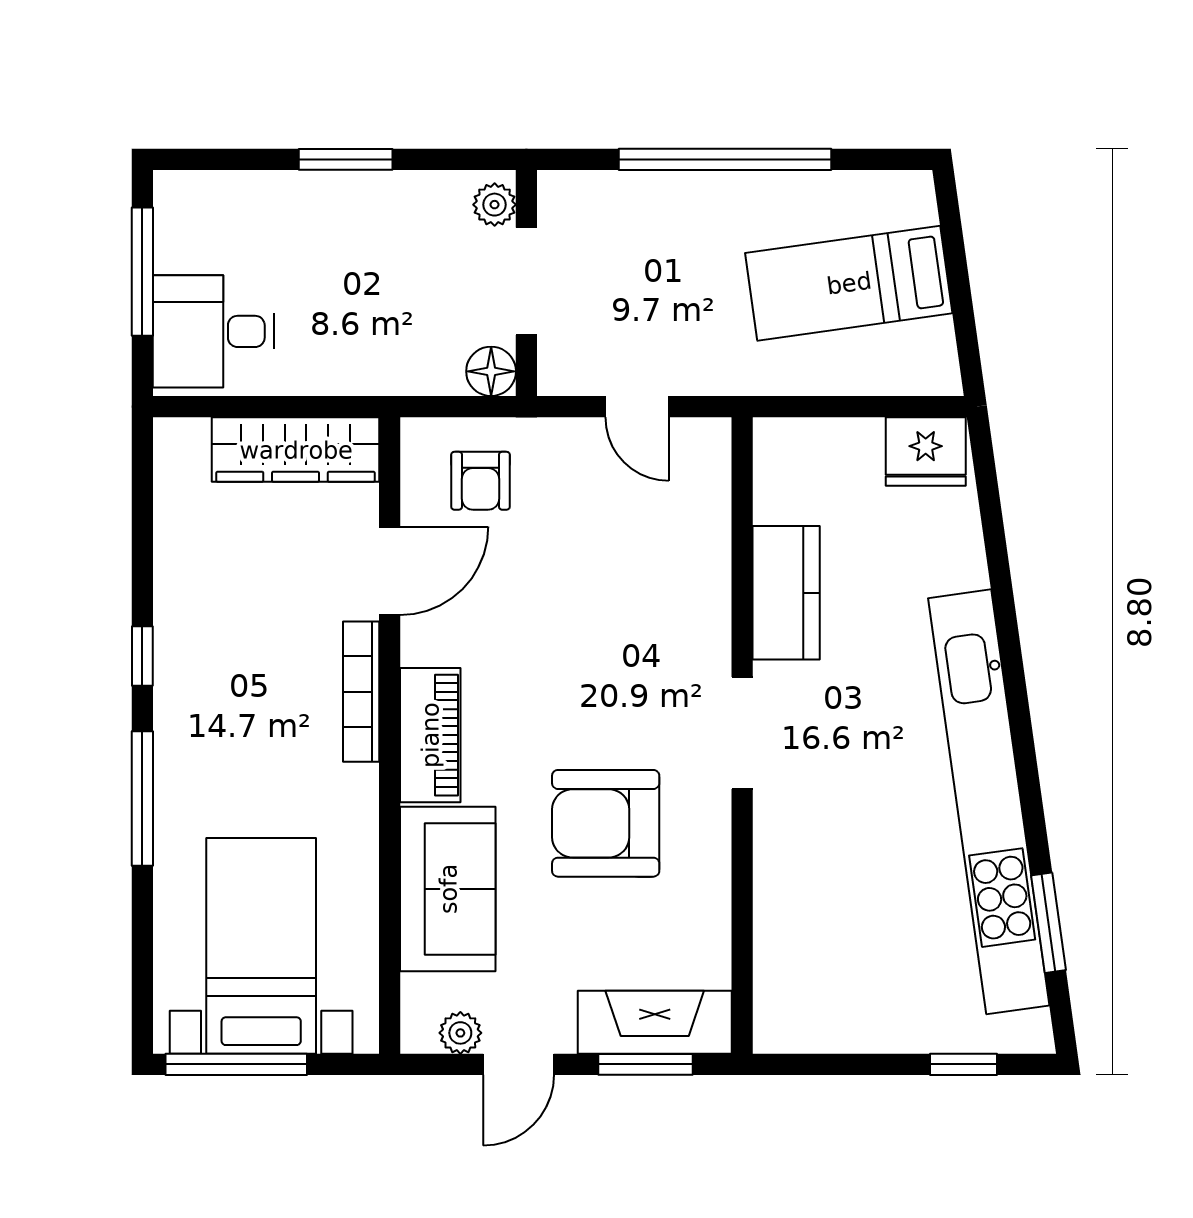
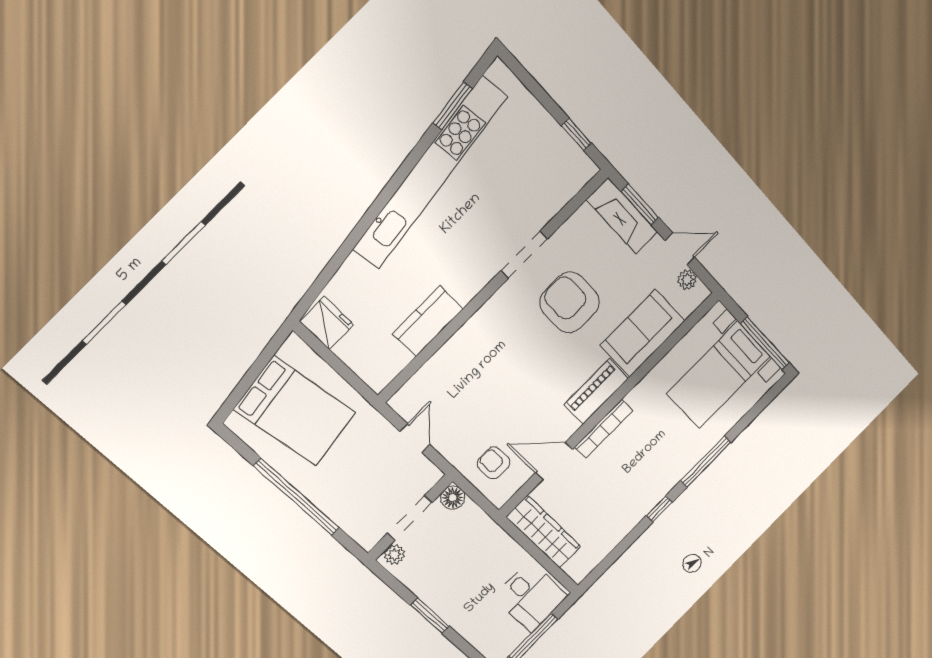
bed: (849, 283) -> (295, 411), width x1.50
armchair: (481, 481) -> (494, 463), turned -90
doorway: (742, 733) -> (524, 255), moved
armchair: (606, 823) -> (570, 302), turned 180
window: (963, 1064) -> (577, 134), moved

